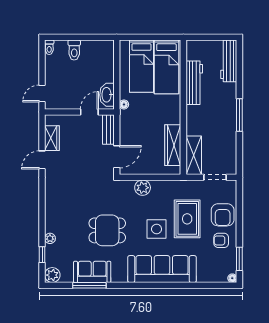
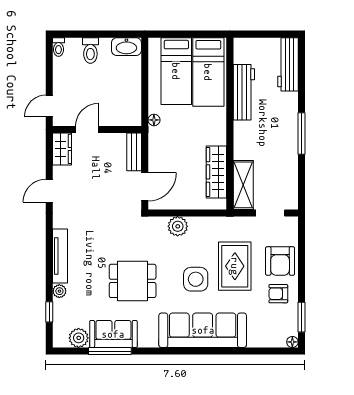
washbasin: (107, 95) -> (126, 47), moved, turned -90
door: (89, 112) -> (87, 130), moved
wardrobe: (52, 138) -> (62, 149), moved
tv unit: (50, 211) -> (60, 256), added
plant: (52, 275) -> (79, 338), moved

